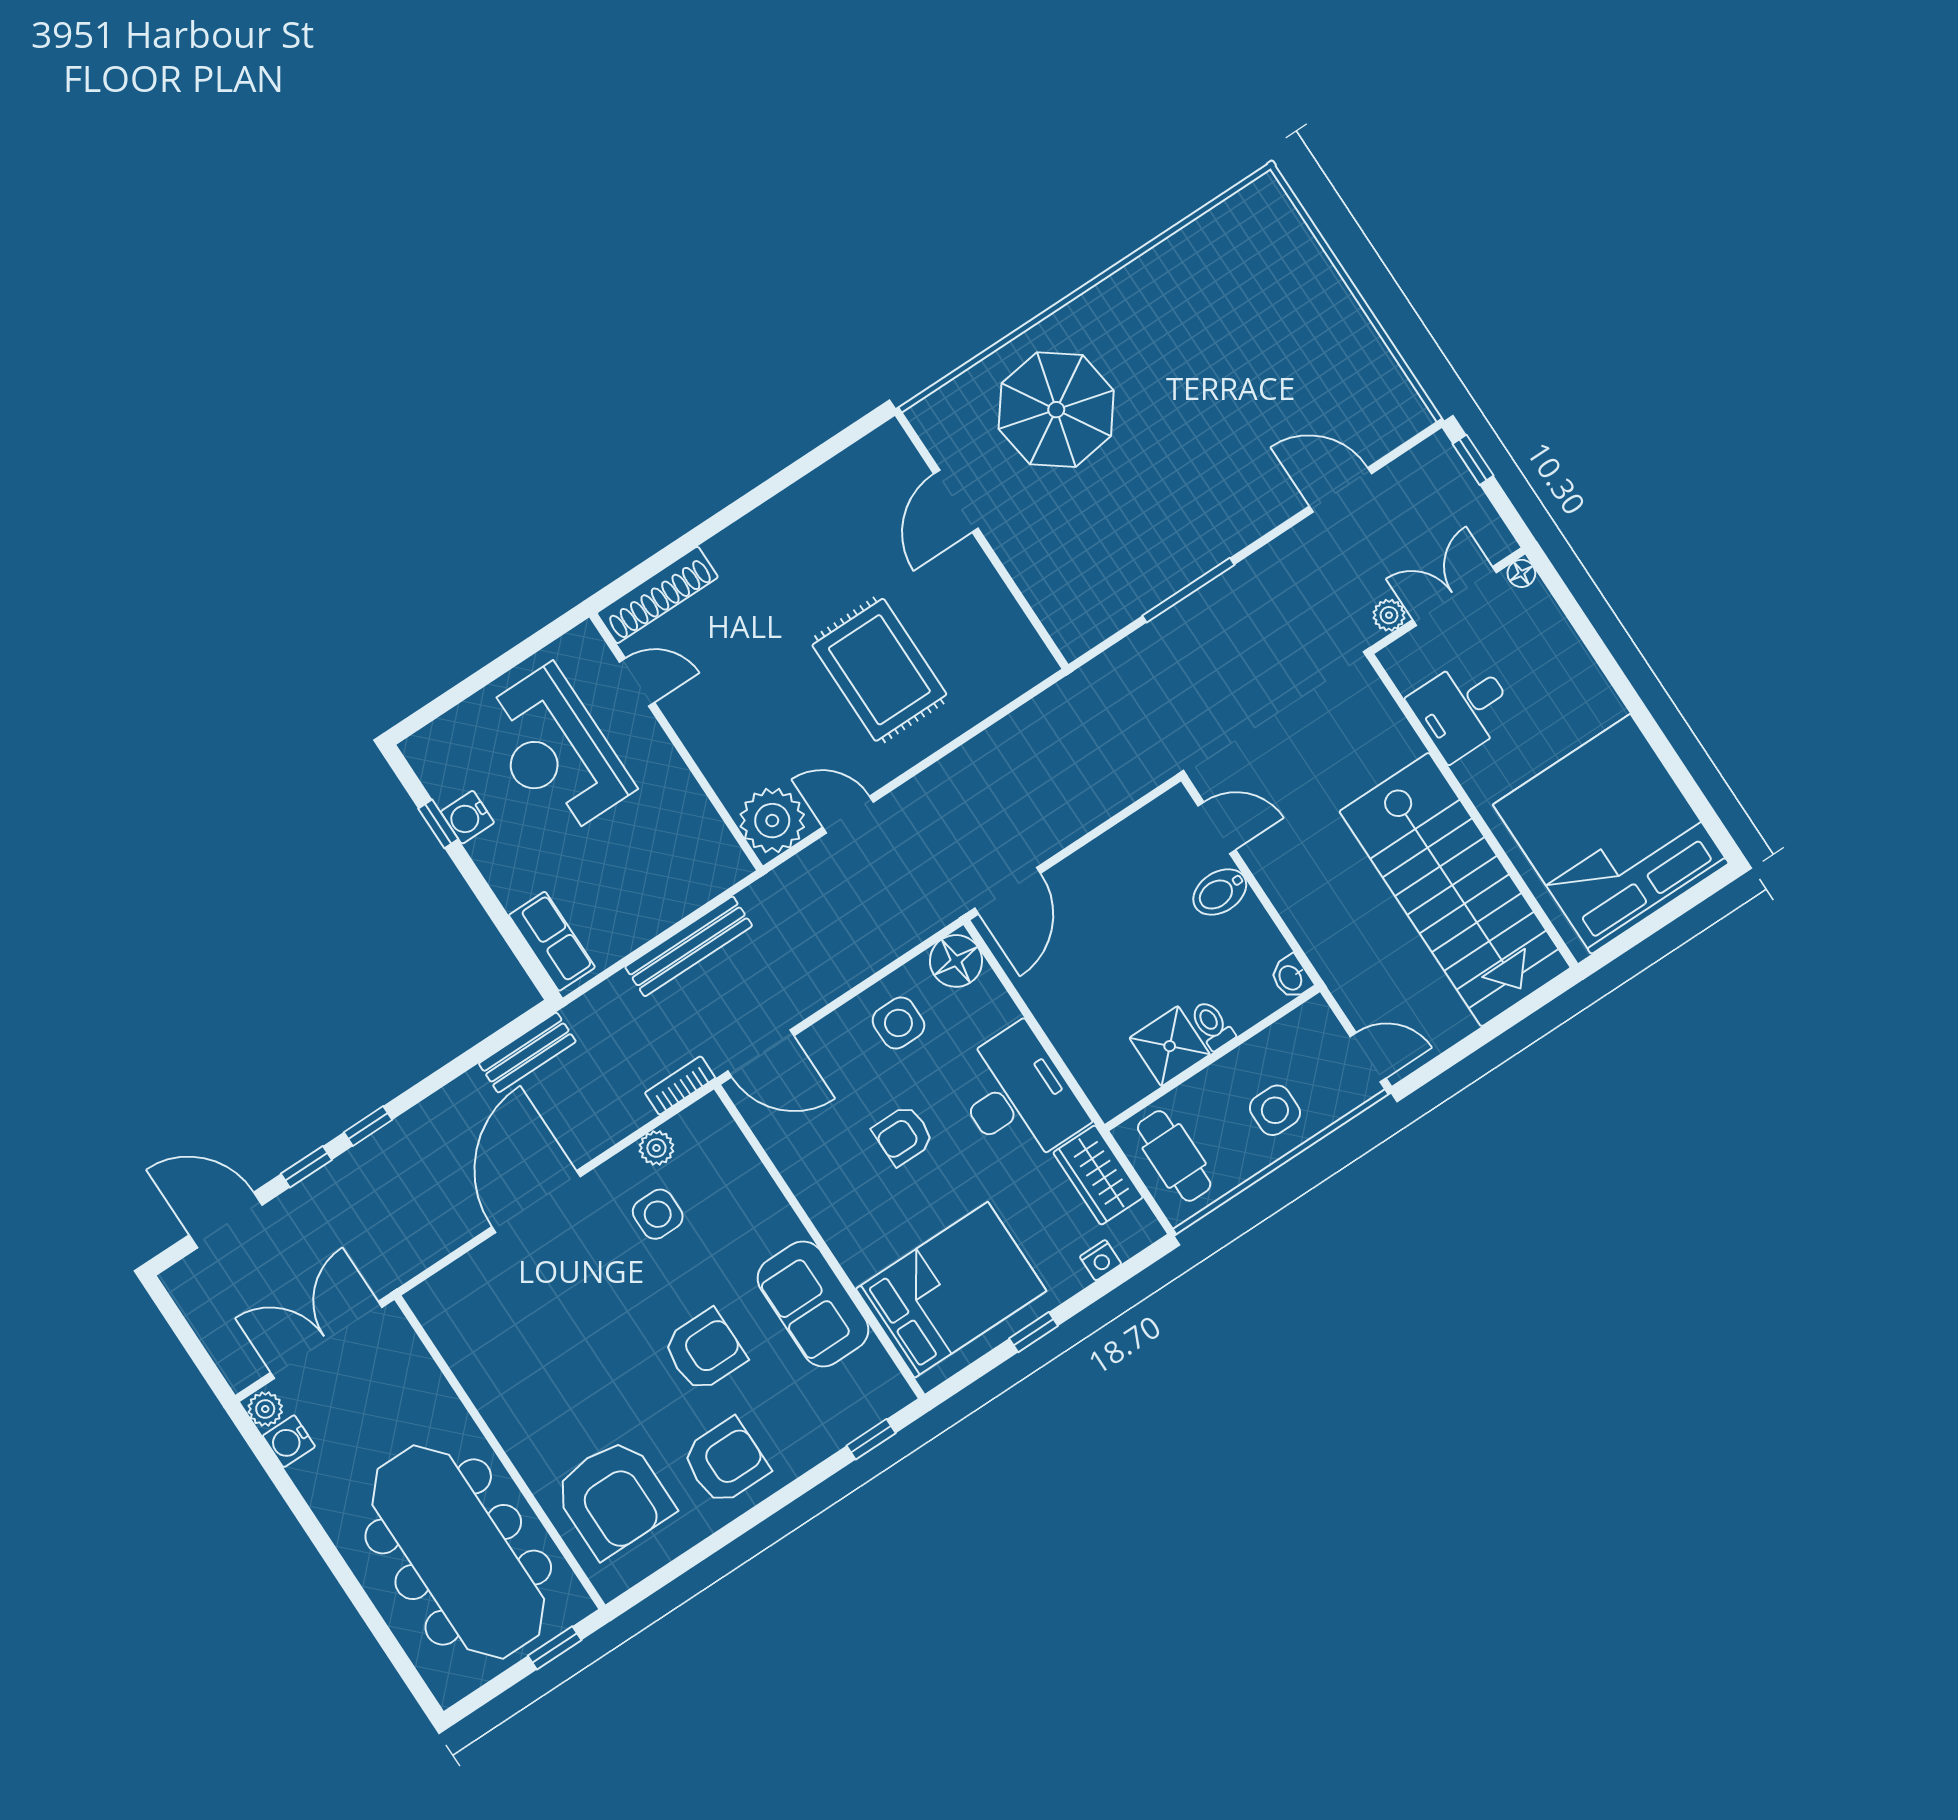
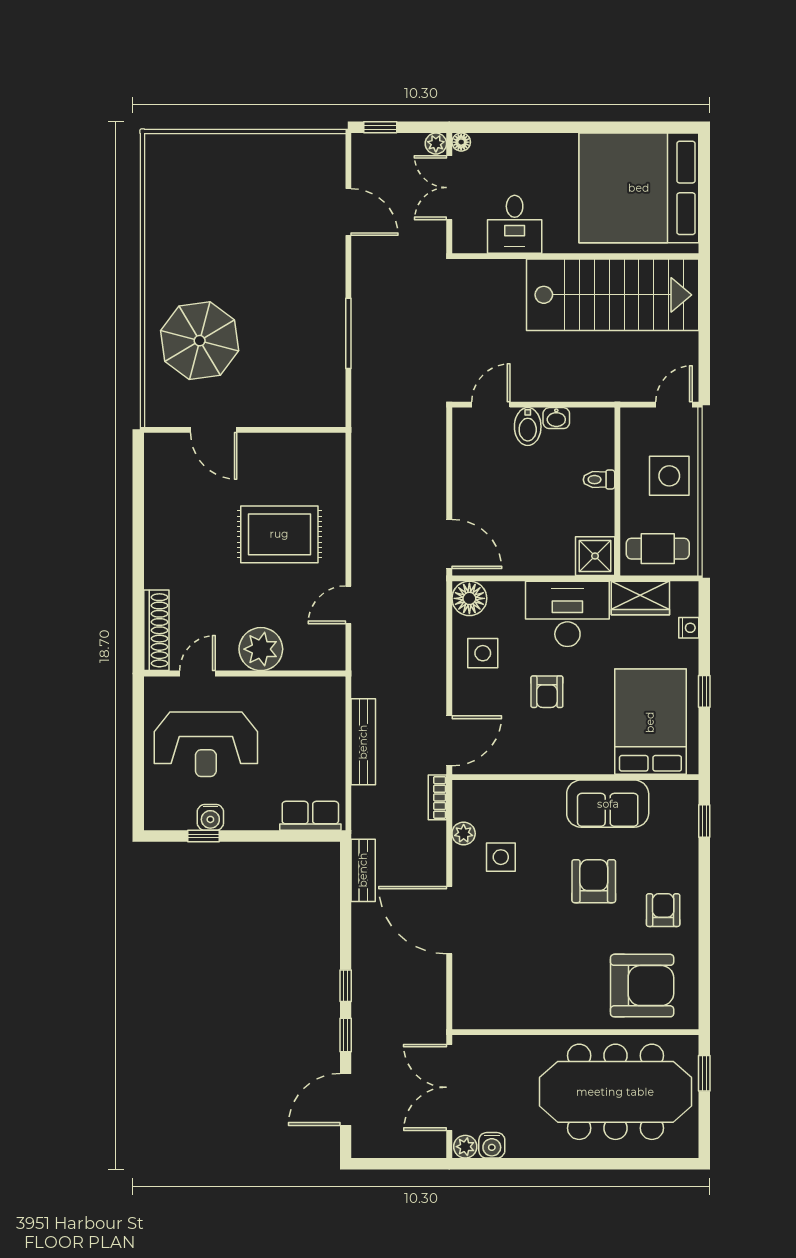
door: (1340, 490) -> (348, 212), swing flipped
plant: (1389, 615) -> (436, 144), moved
plant: (772, 821) -> (261, 649), moved
washbasin: (1291, 977) -> (556, 418), moved
shower: (1170, 1046) -> (595, 556), moved
side table: (1275, 1110) -> (669, 476), width x1.37, depth x1.37
armchair: (725, 1461) -> (663, 910), width x0.72, depth x0.72

